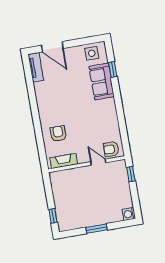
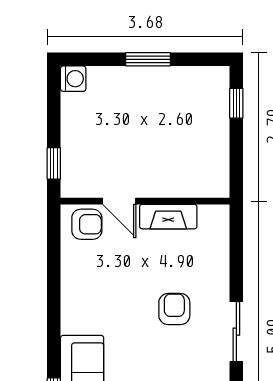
sliding door: (35, 112) -> (236, 332), added
armchair: (58, 134) -> (174, 309), moved, turned 180
fireplace: (64, 161) -> (168, 217), moved

